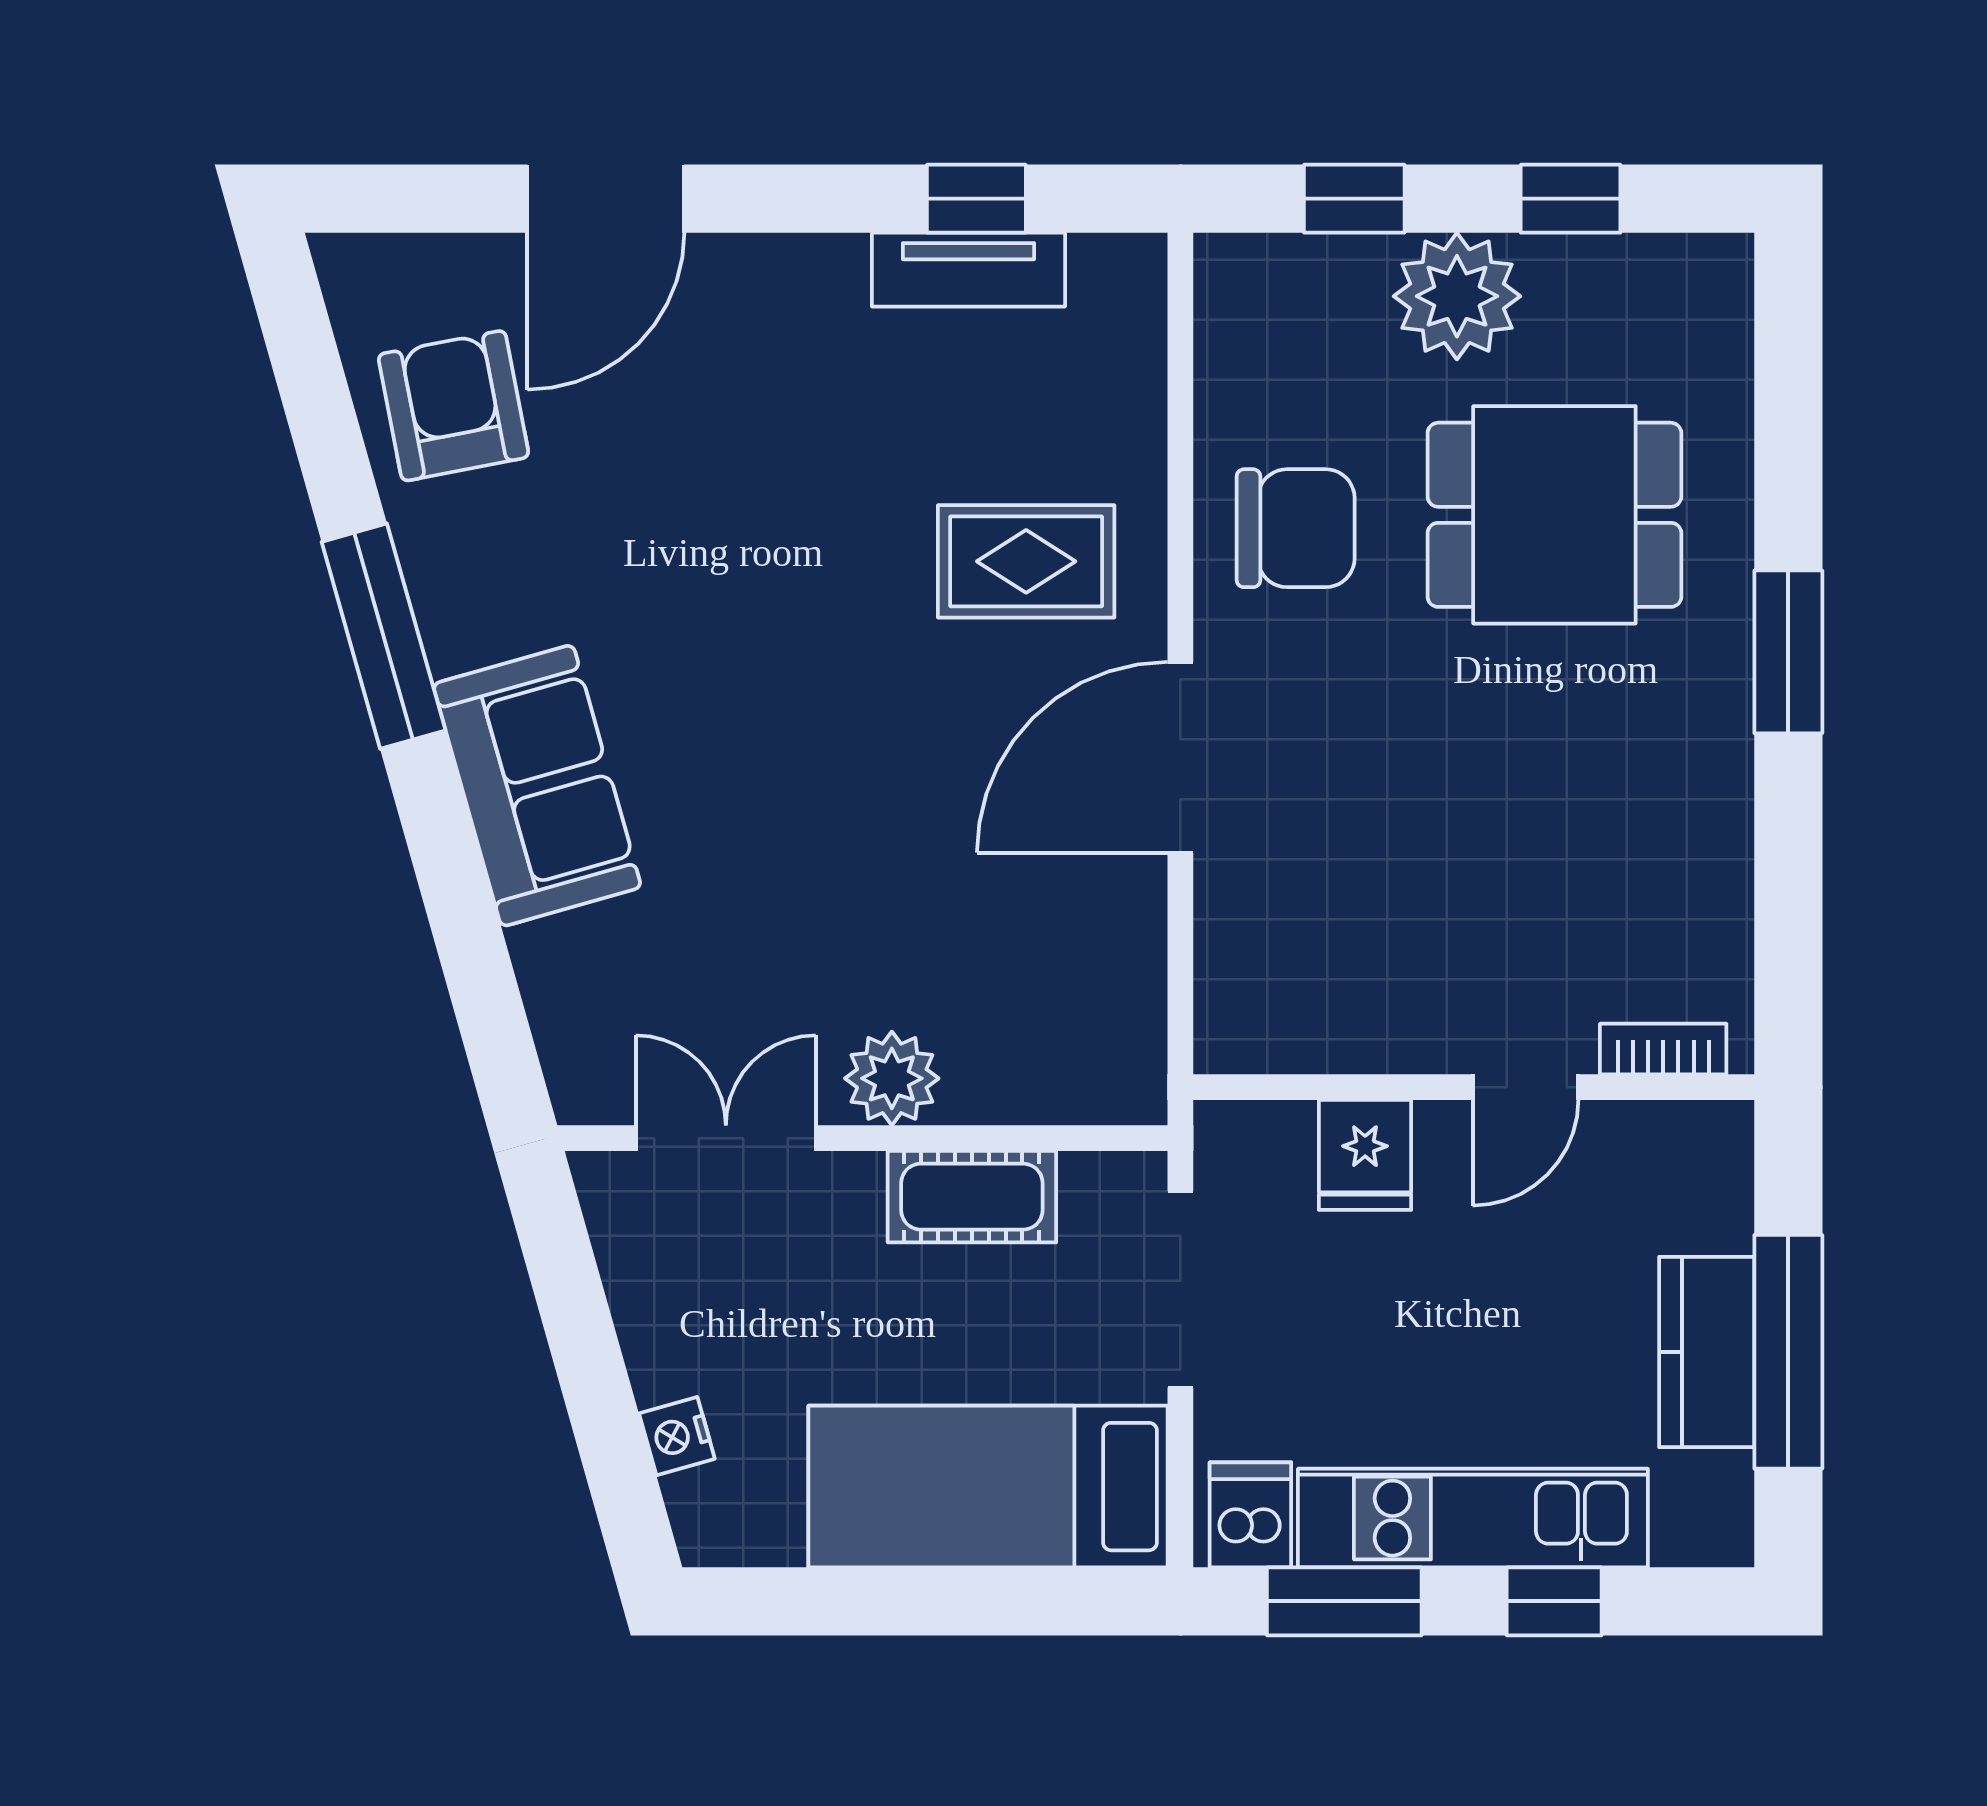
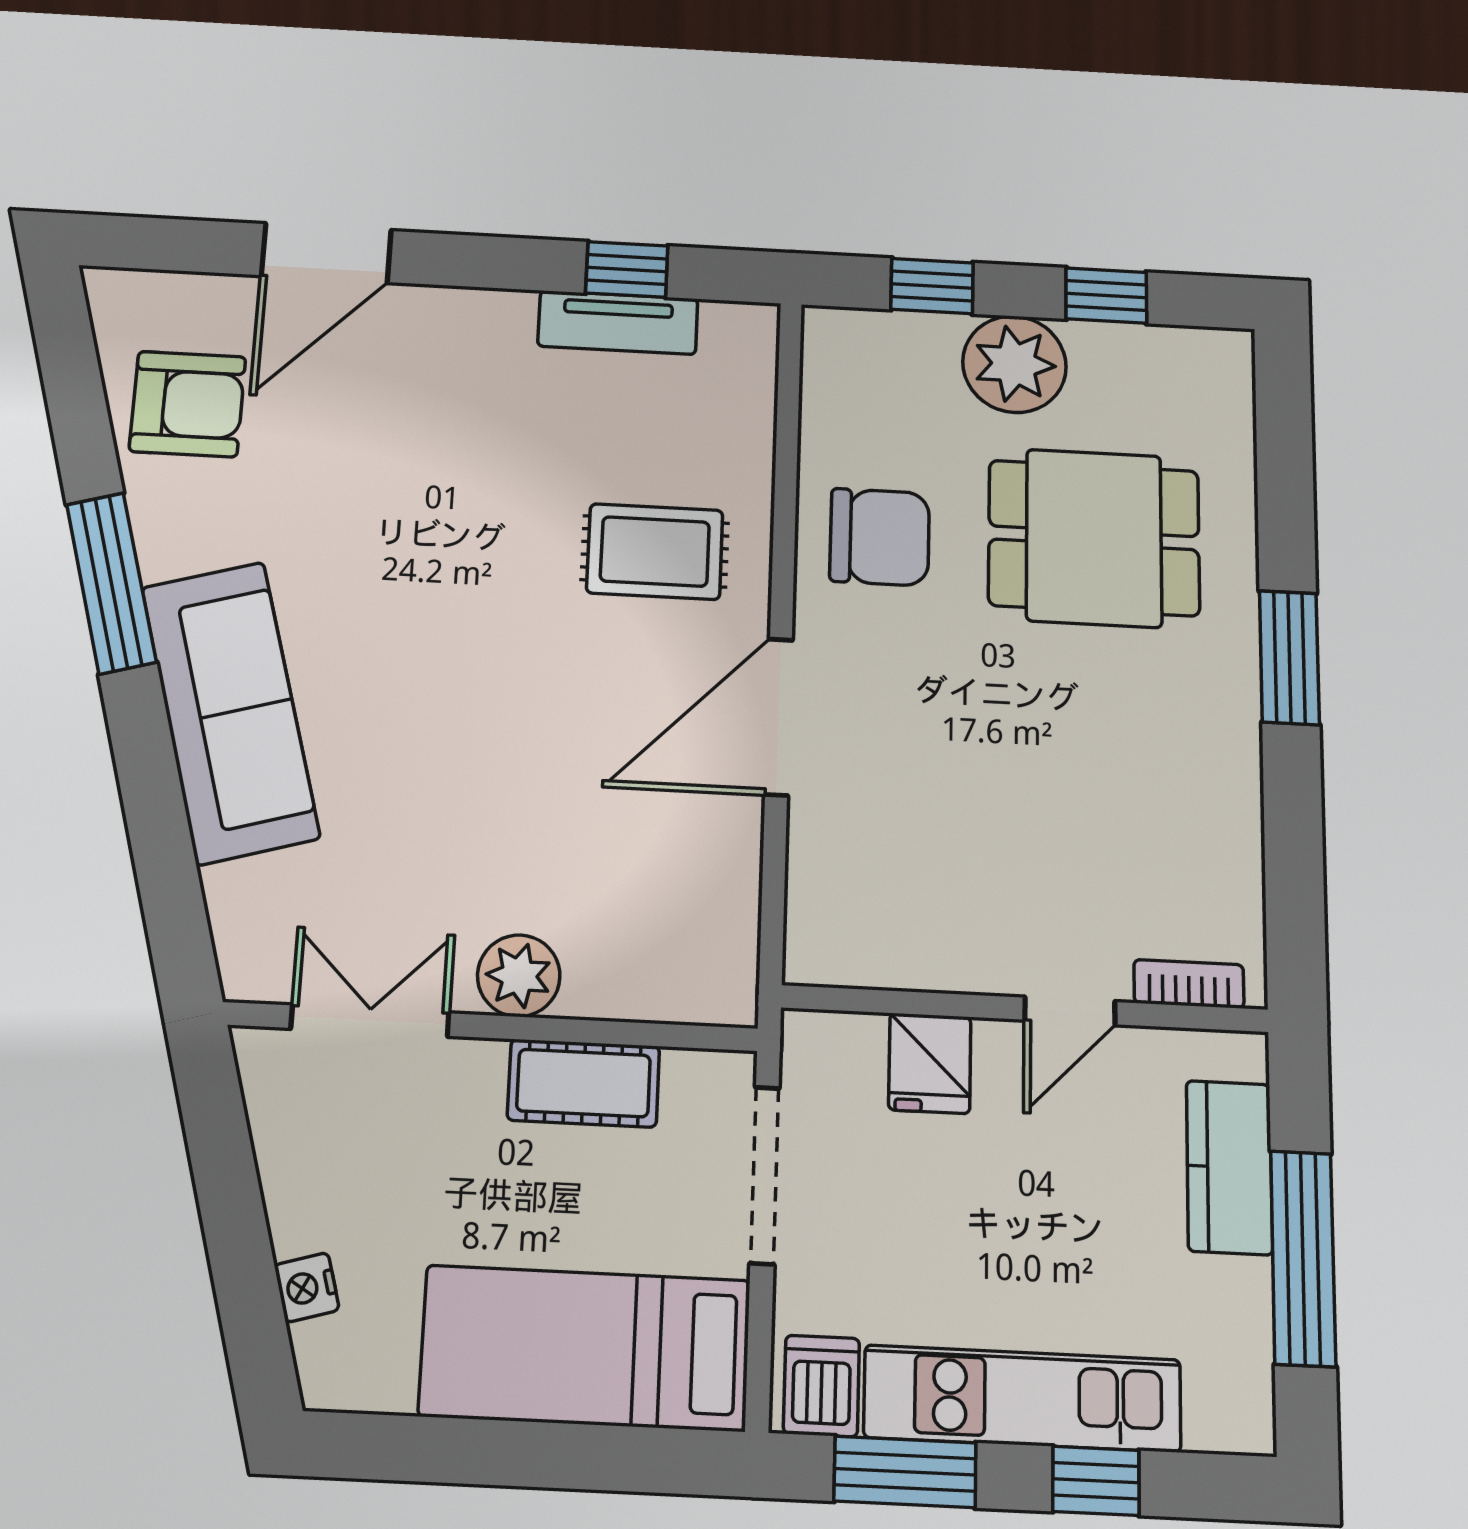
armchair: (454, 406) -> (188, 404), turned 101
sofa: (537, 786) -> (230, 712), width x1.36
kitchen counter: (1707, 1352) -> (1229, 1167), moved

